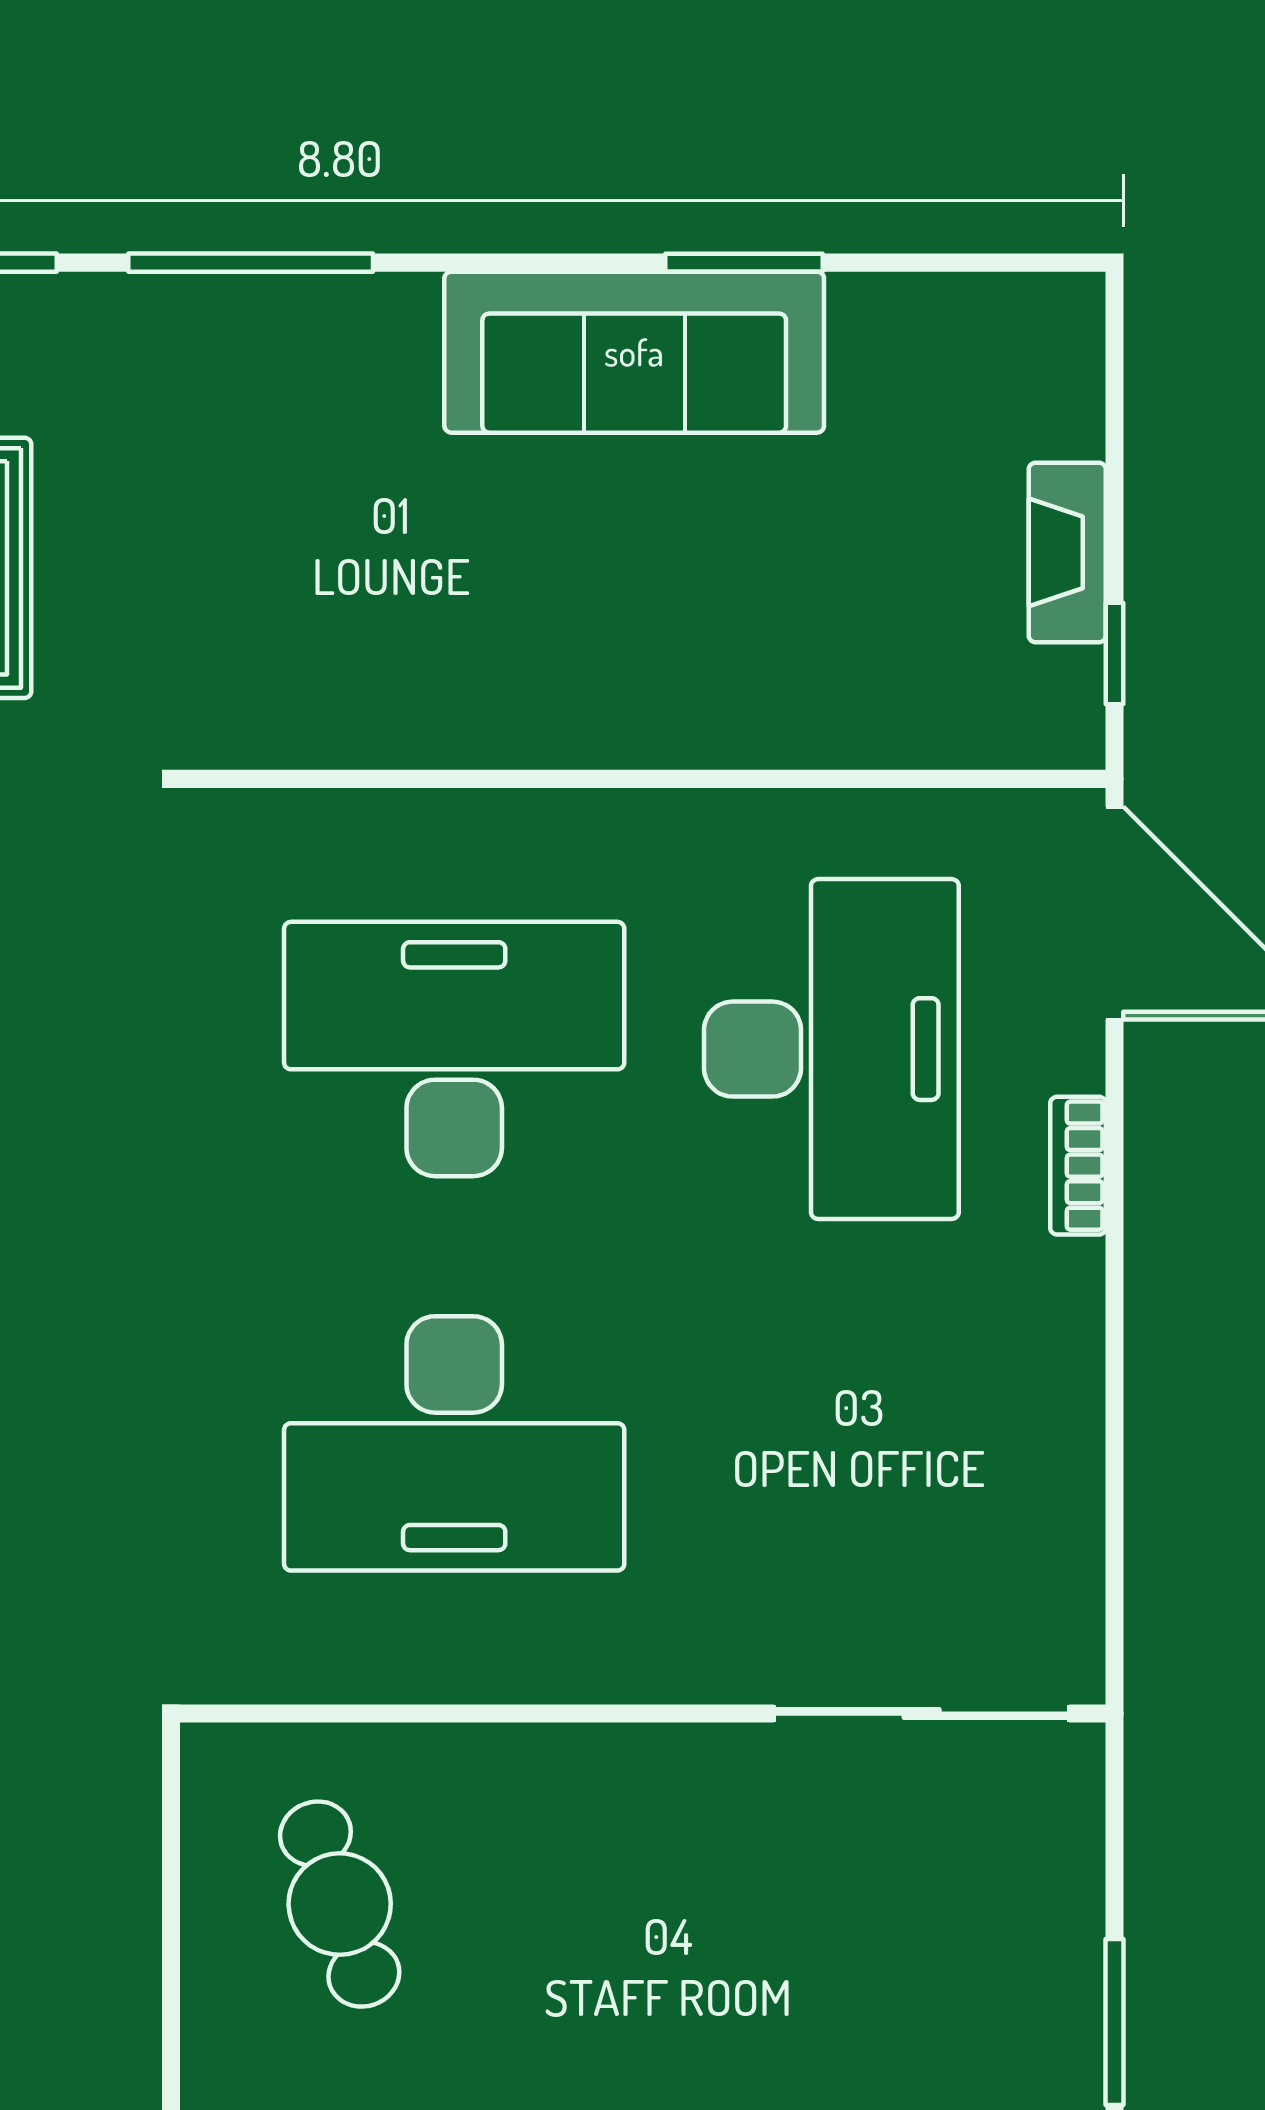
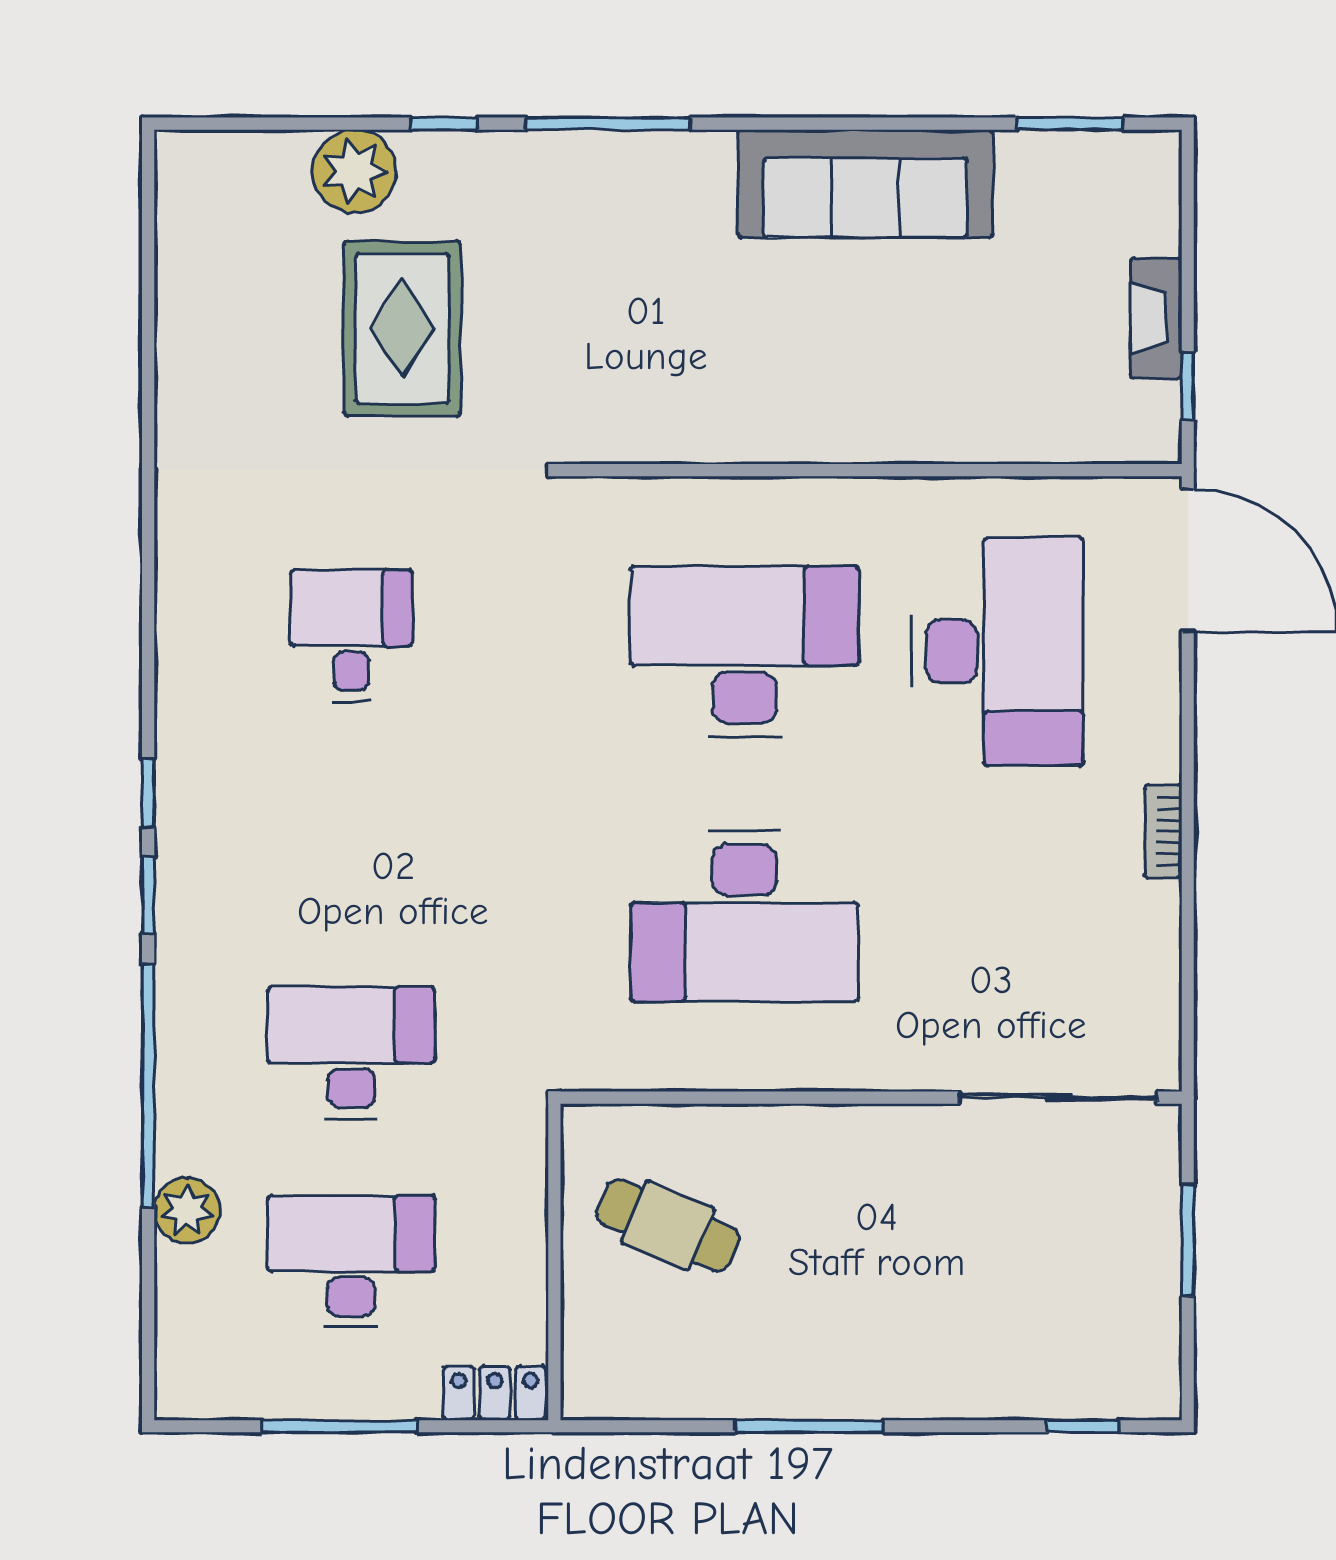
window: (744, 263) -> (1070, 124), moved
bookcase: (1078, 1166) -> (1163, 831), moved
cafe table: (340, 1904) -> (668, 1225), turned -48
window: (1115, 2022) -> (1188, 1240), moved

